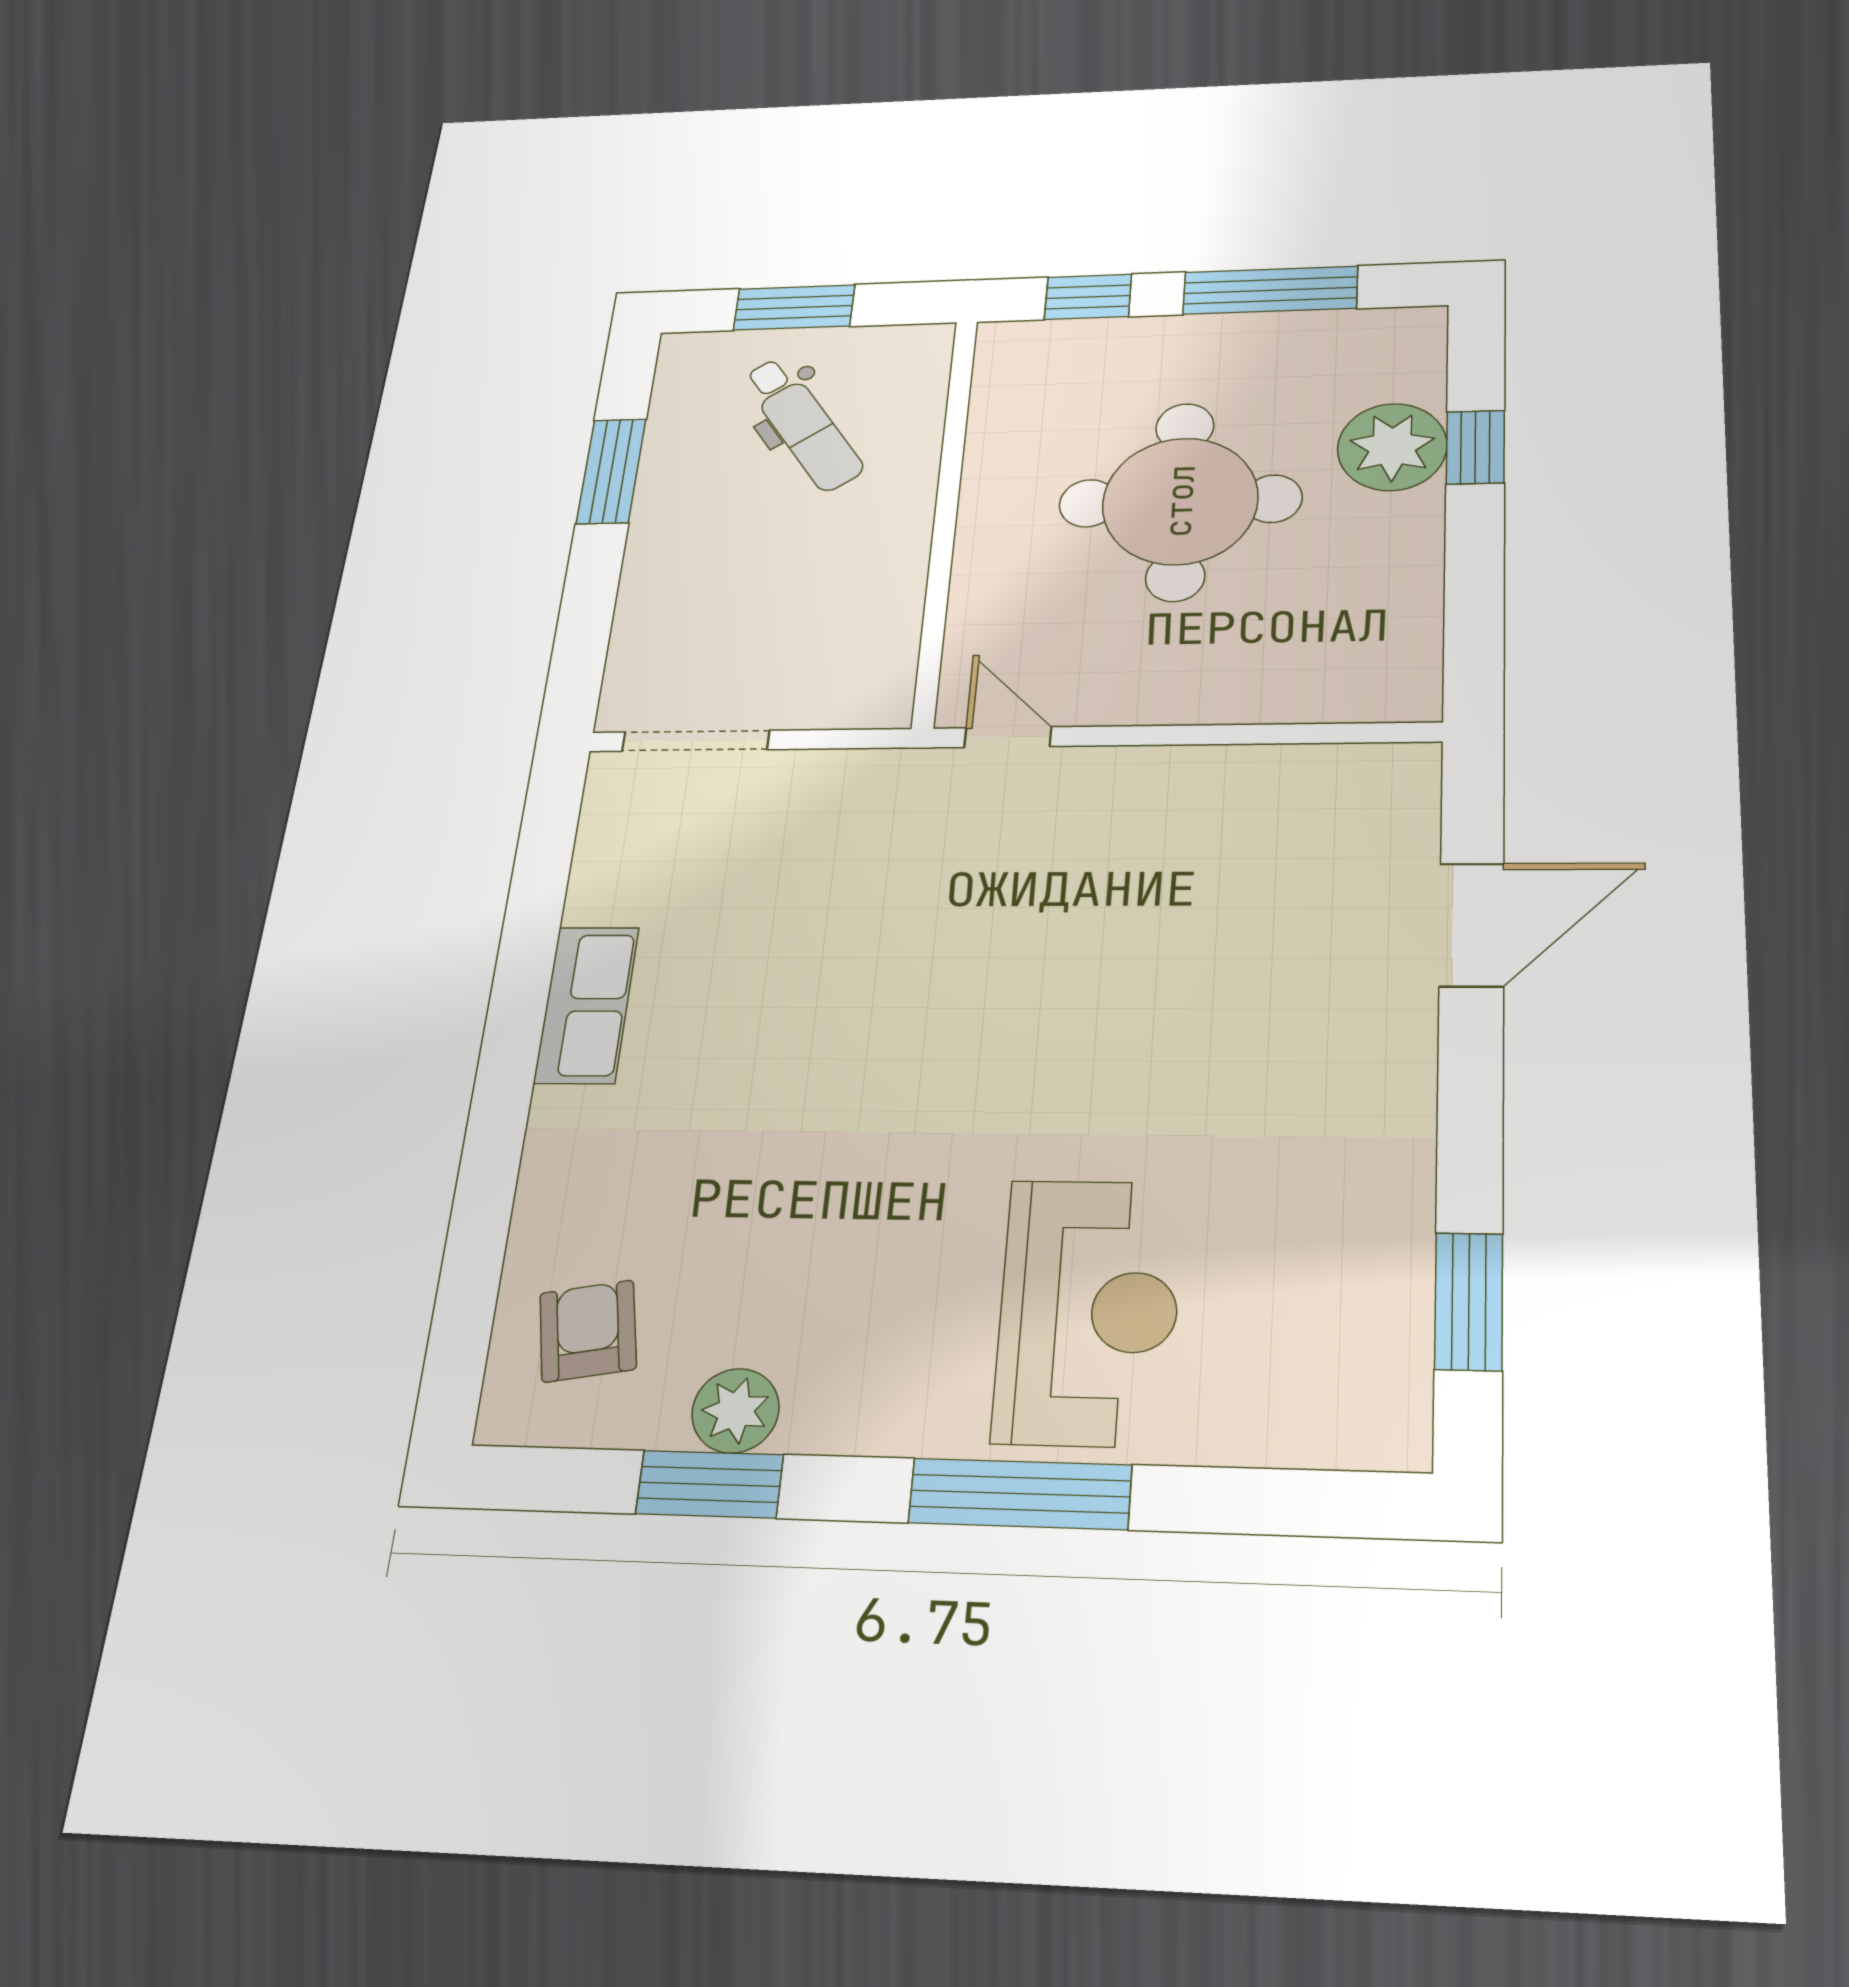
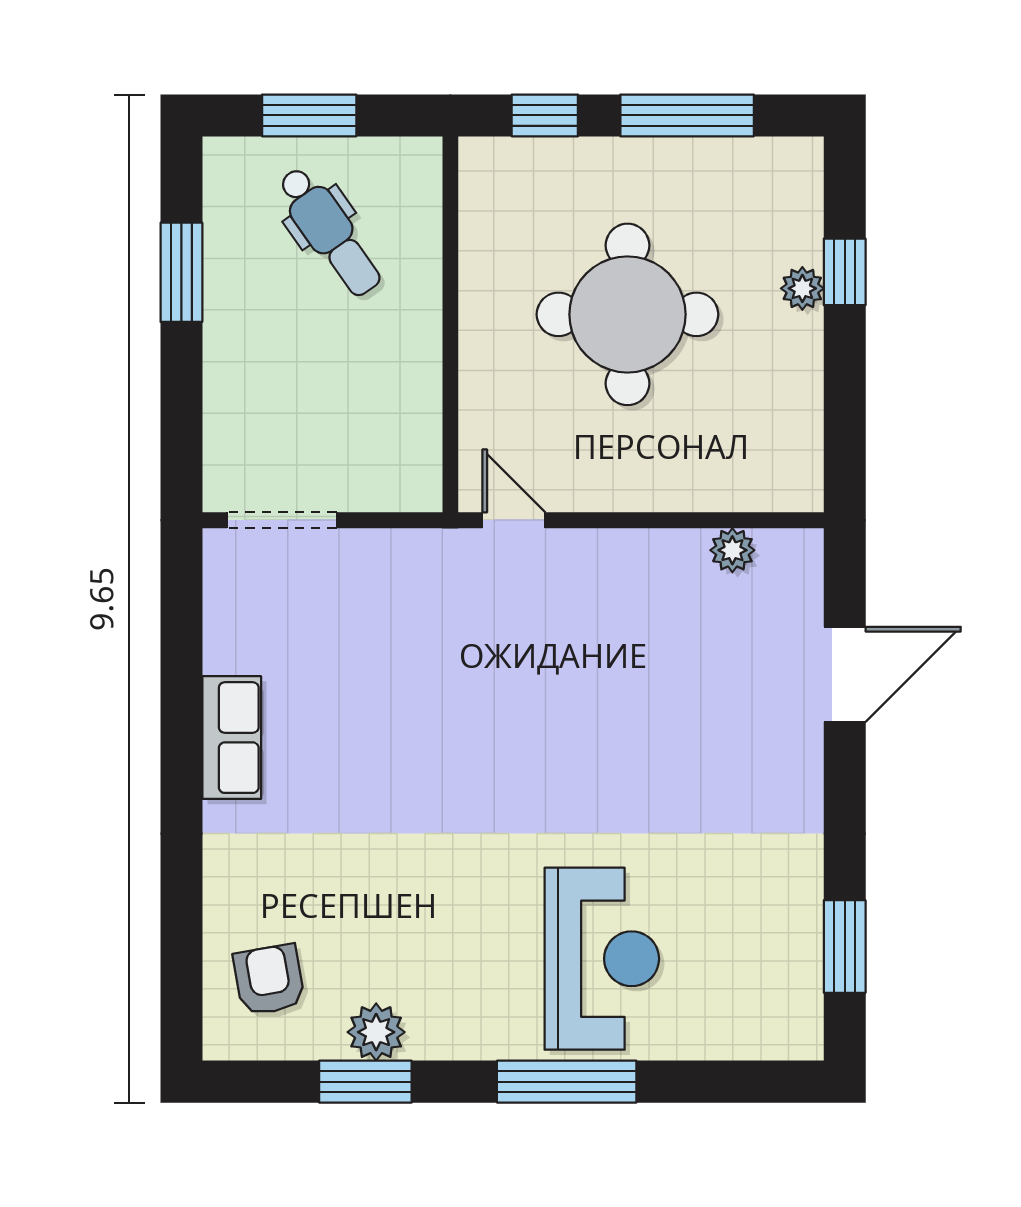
plant: (1392, 447) -> (802, 288), width x0.53, depth x0.53
plant: (1311, 770) -> (732, 550), added

